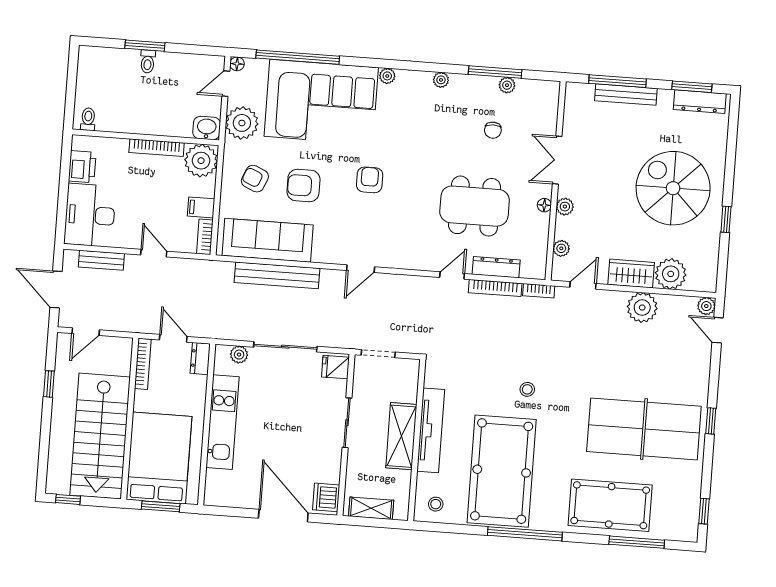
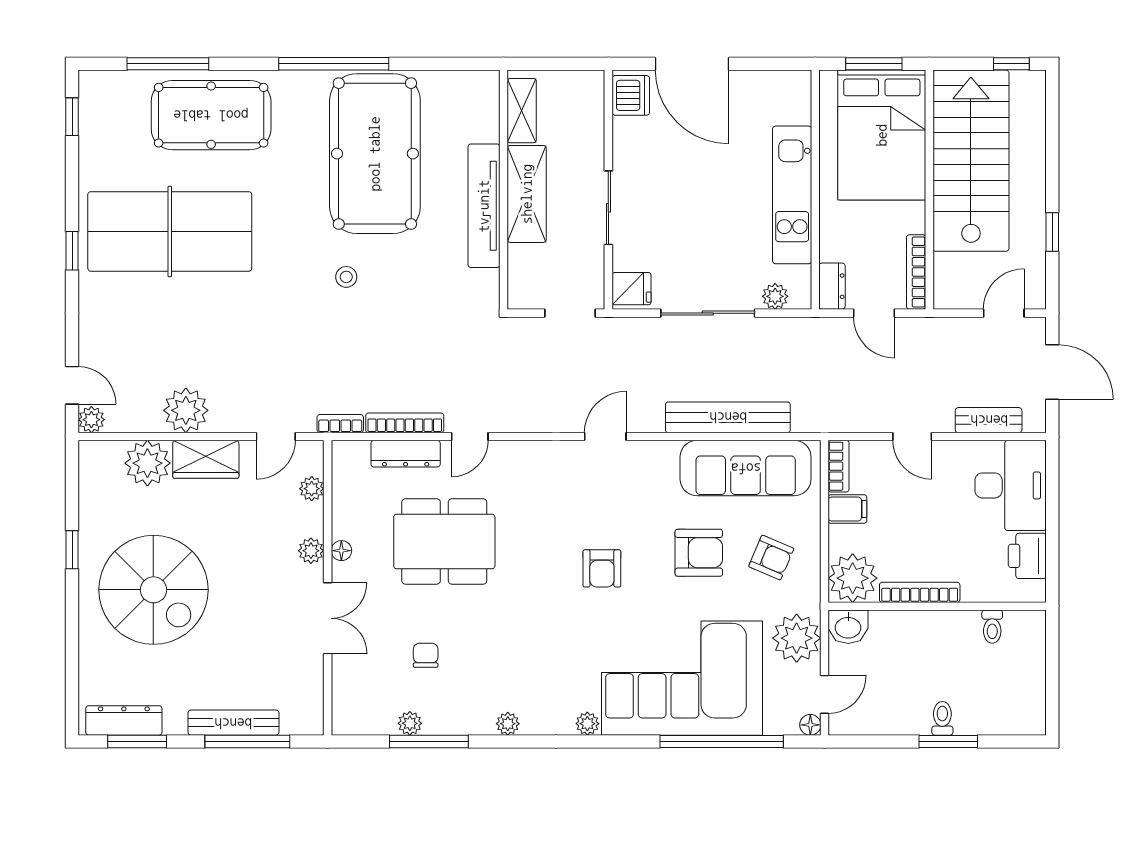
toilet: (88, 119) -> (992, 627), moved
stool: (436, 504) -> (469, 98), removed
shelving: (371, 508) -> (522, 111), moved, turned 90

